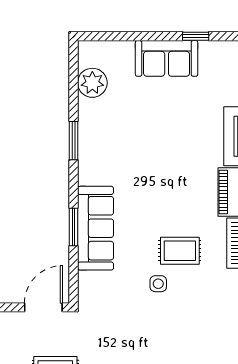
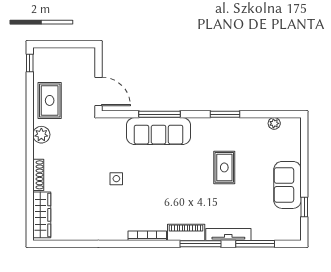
plant: (92, 83) -> (274, 123), width x0.53, depth x0.53
window: (74, 227) -> (159, 114), width x1.44
rug: (180, 251) -> (224, 167), moved

